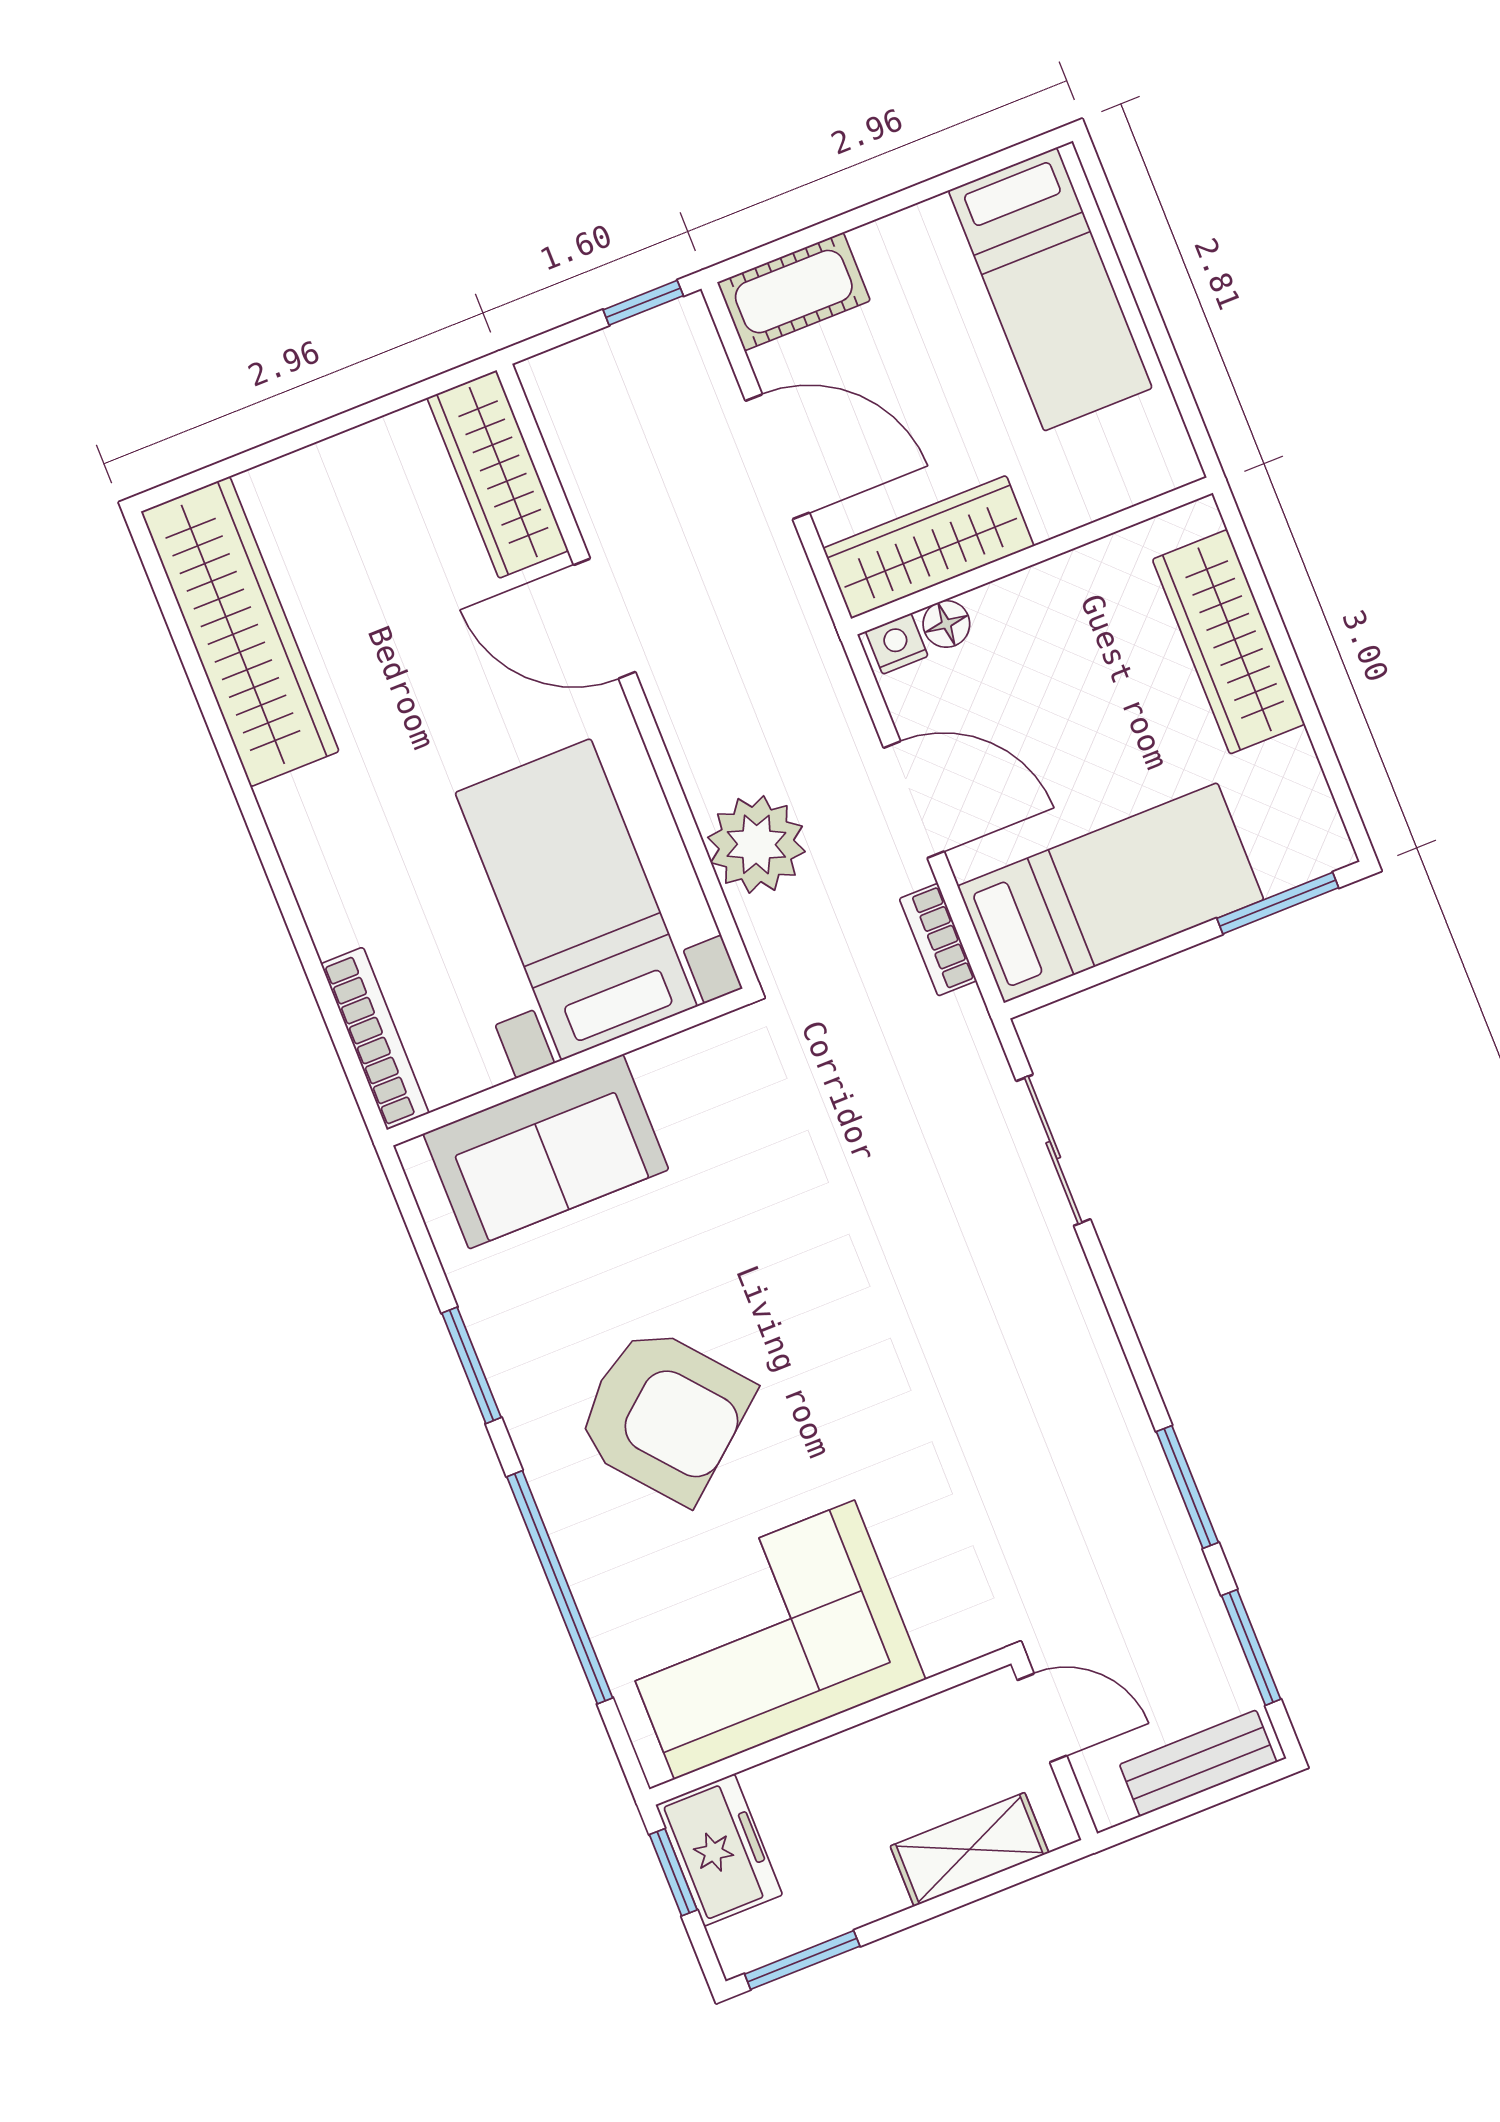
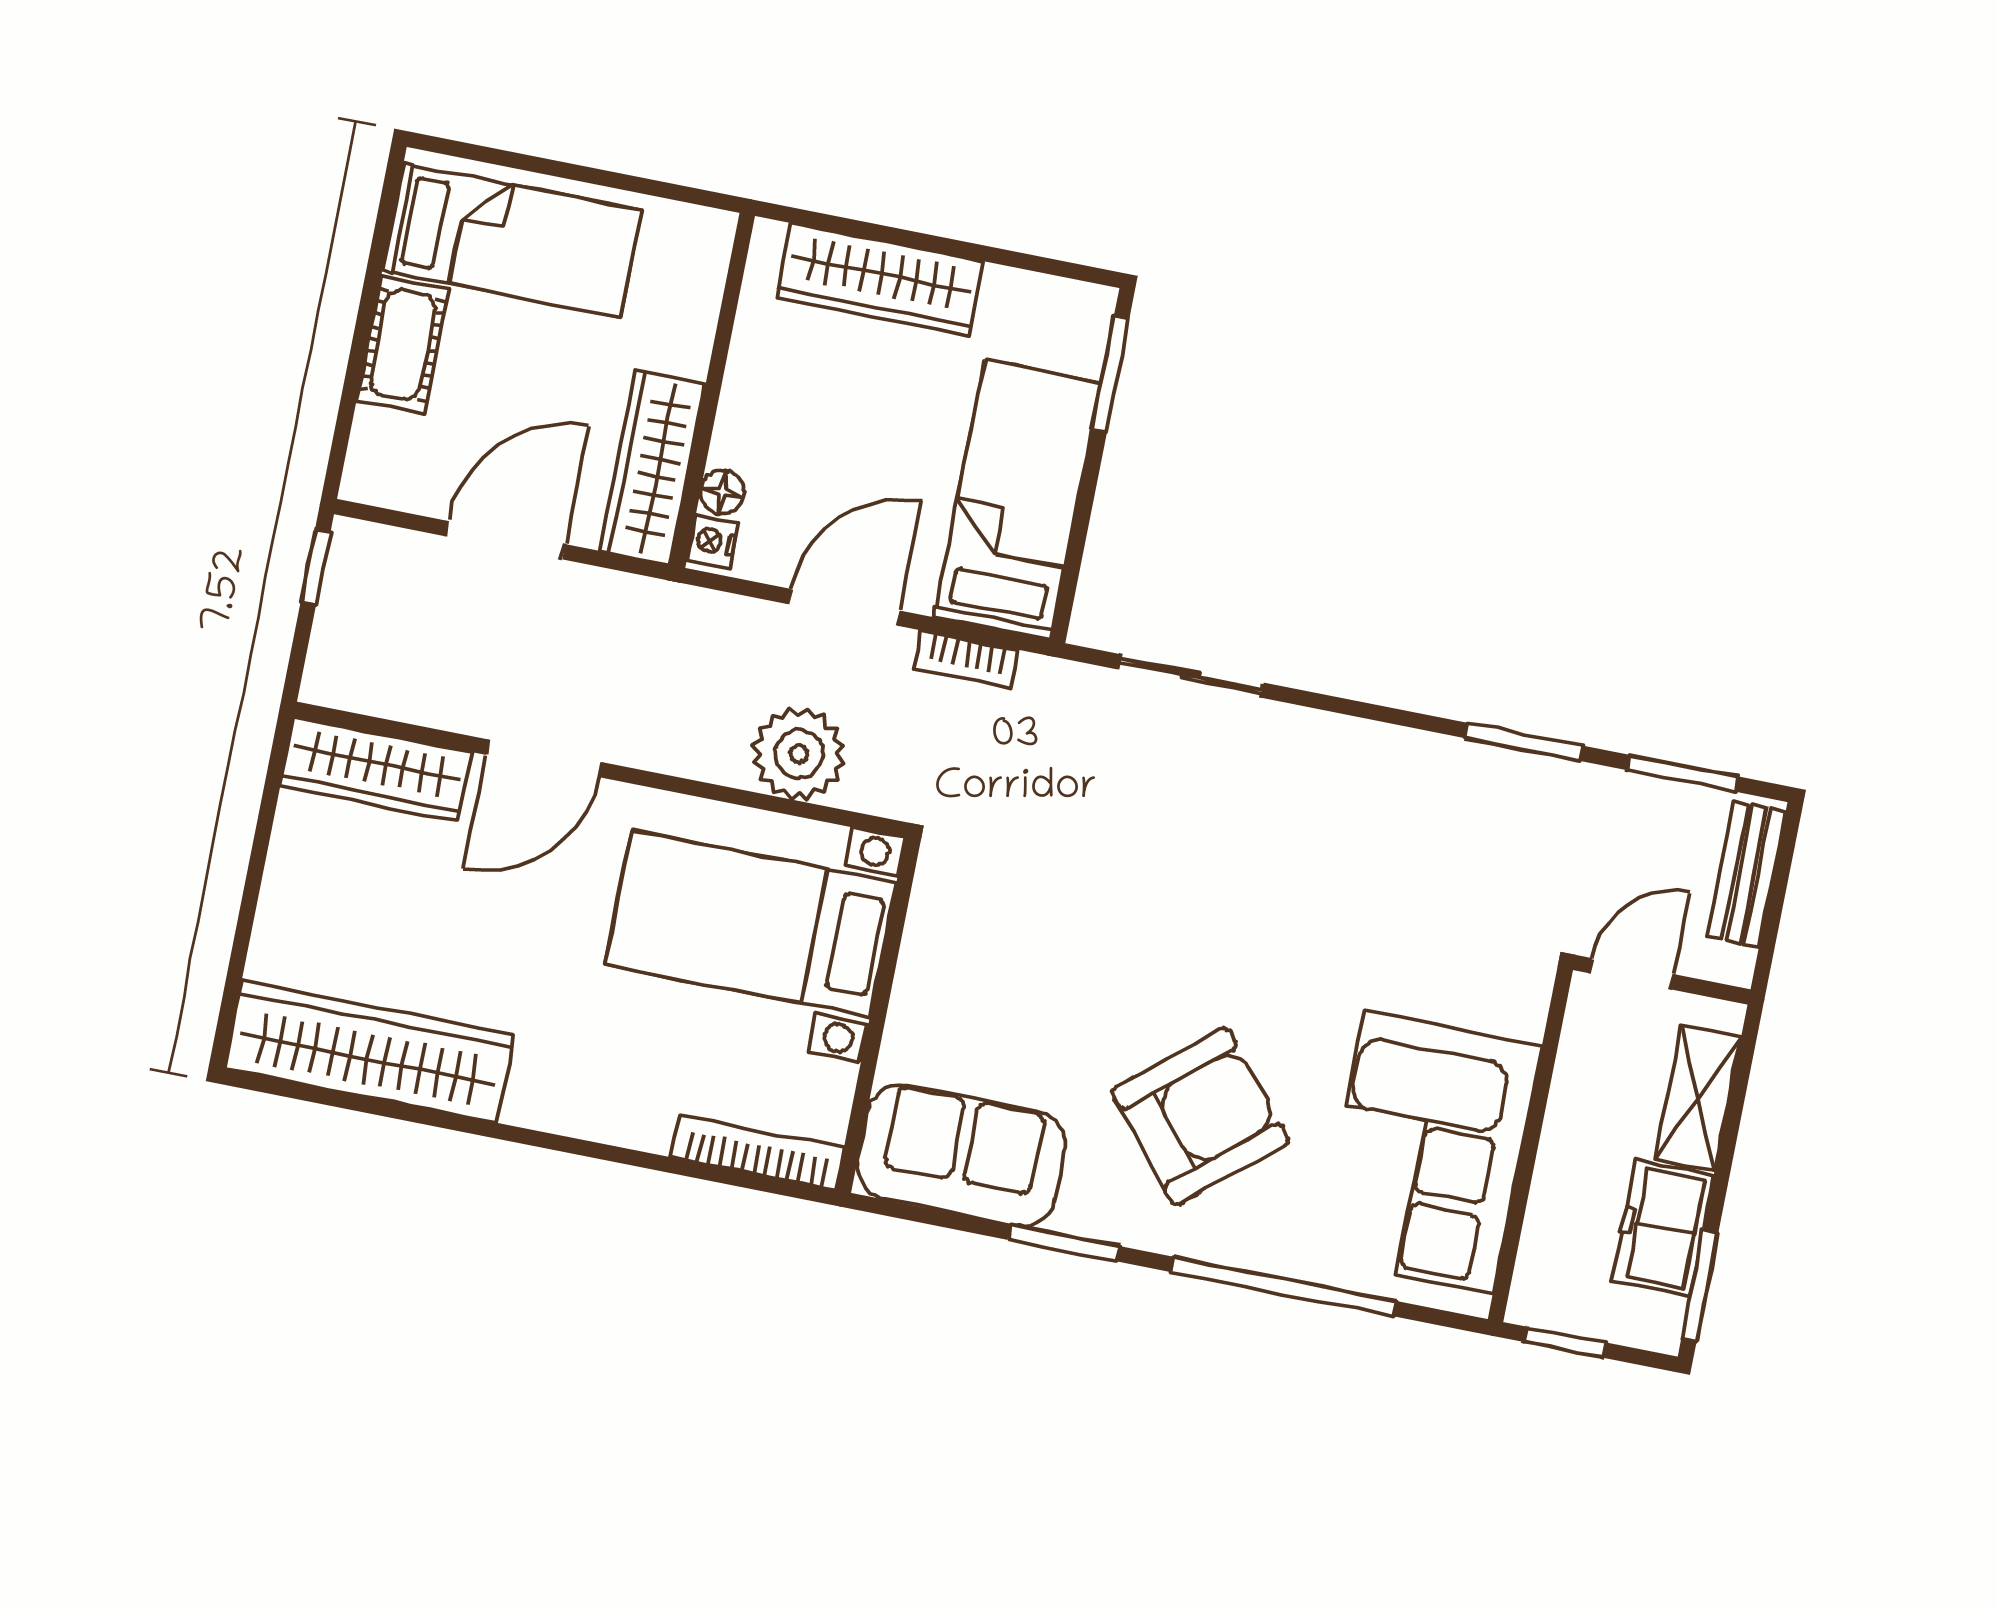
cot: (794, 292) -> (403, 345), moved
sofa: (546, 1152) -> (961, 1155), moved, turned -90
freezer: (719, 1850) -> (1663, 1228), moved, turned -90

